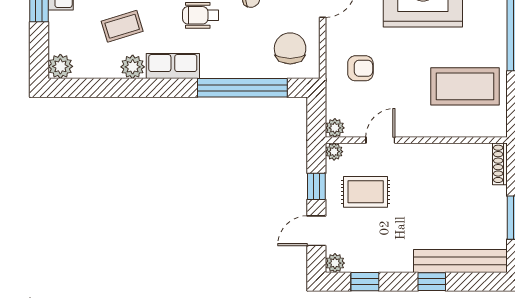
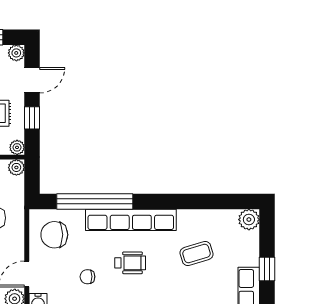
chair: (290, 48) -> (54, 235), turned 90
row of seats: (173, 66) -> (131, 220), width x2.02
plant: (133, 67) -> (188, 219), removed

